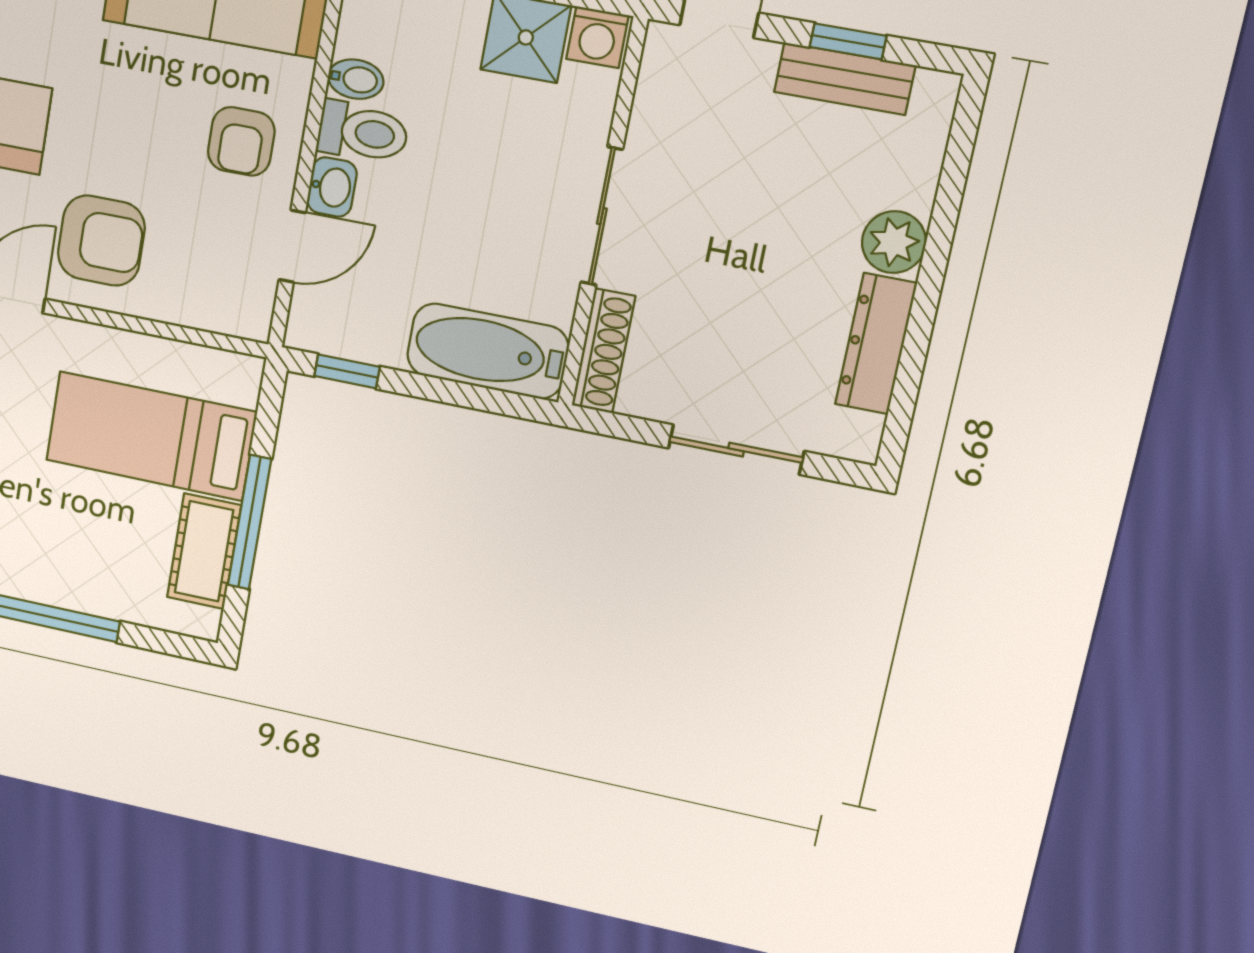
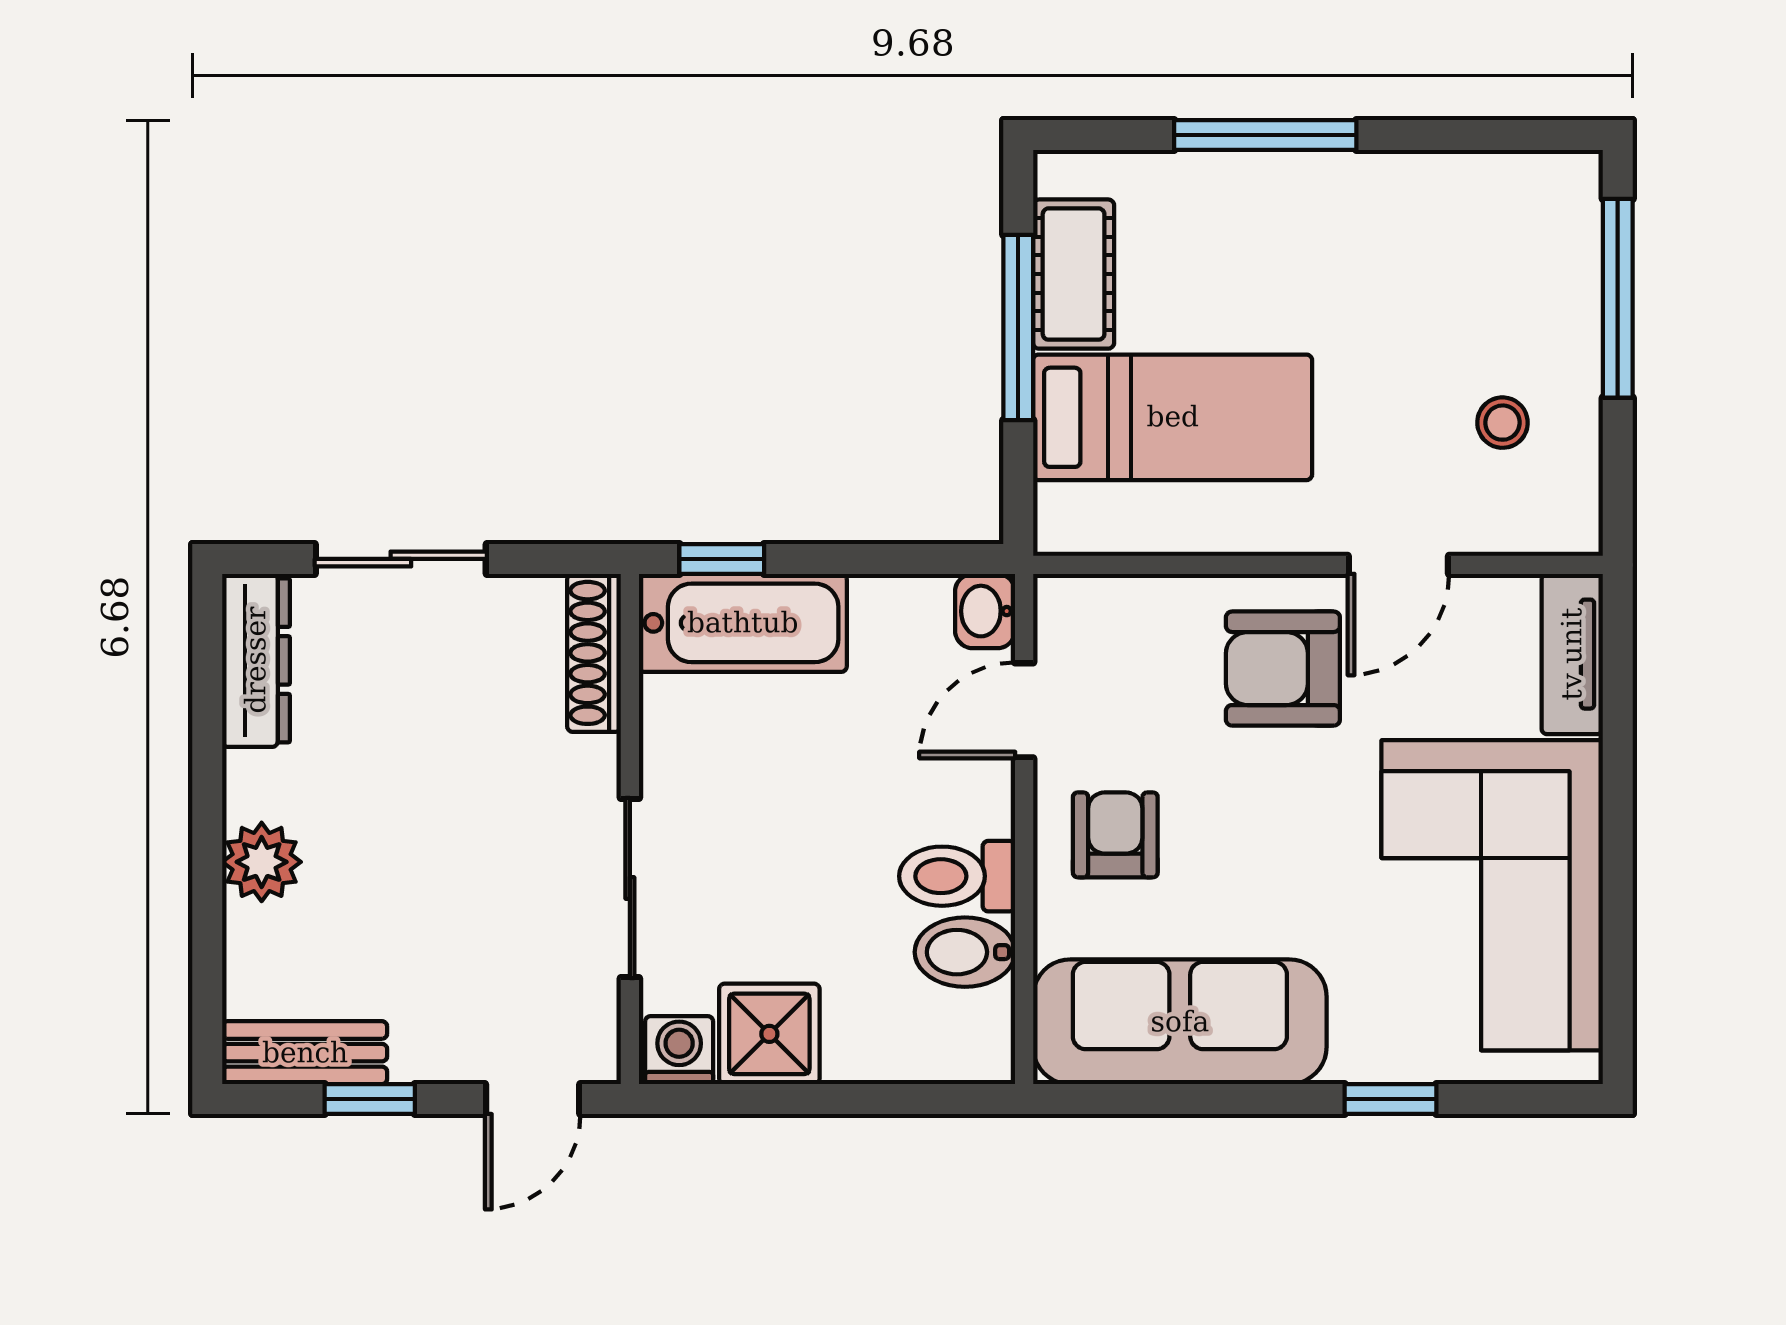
bidet: (356, 79) -> (965, 952), width x1.38, depth x1.36
bench: (845, 79) -> (305, 1053), moved
washbasin: (332, 187) -> (985, 611), moved
sliding door: (602, 216) -> (630, 888), moved
dresser: (876, 344) -> (256, 660), moved
window: (347, 371) -> (722, 559), moved

